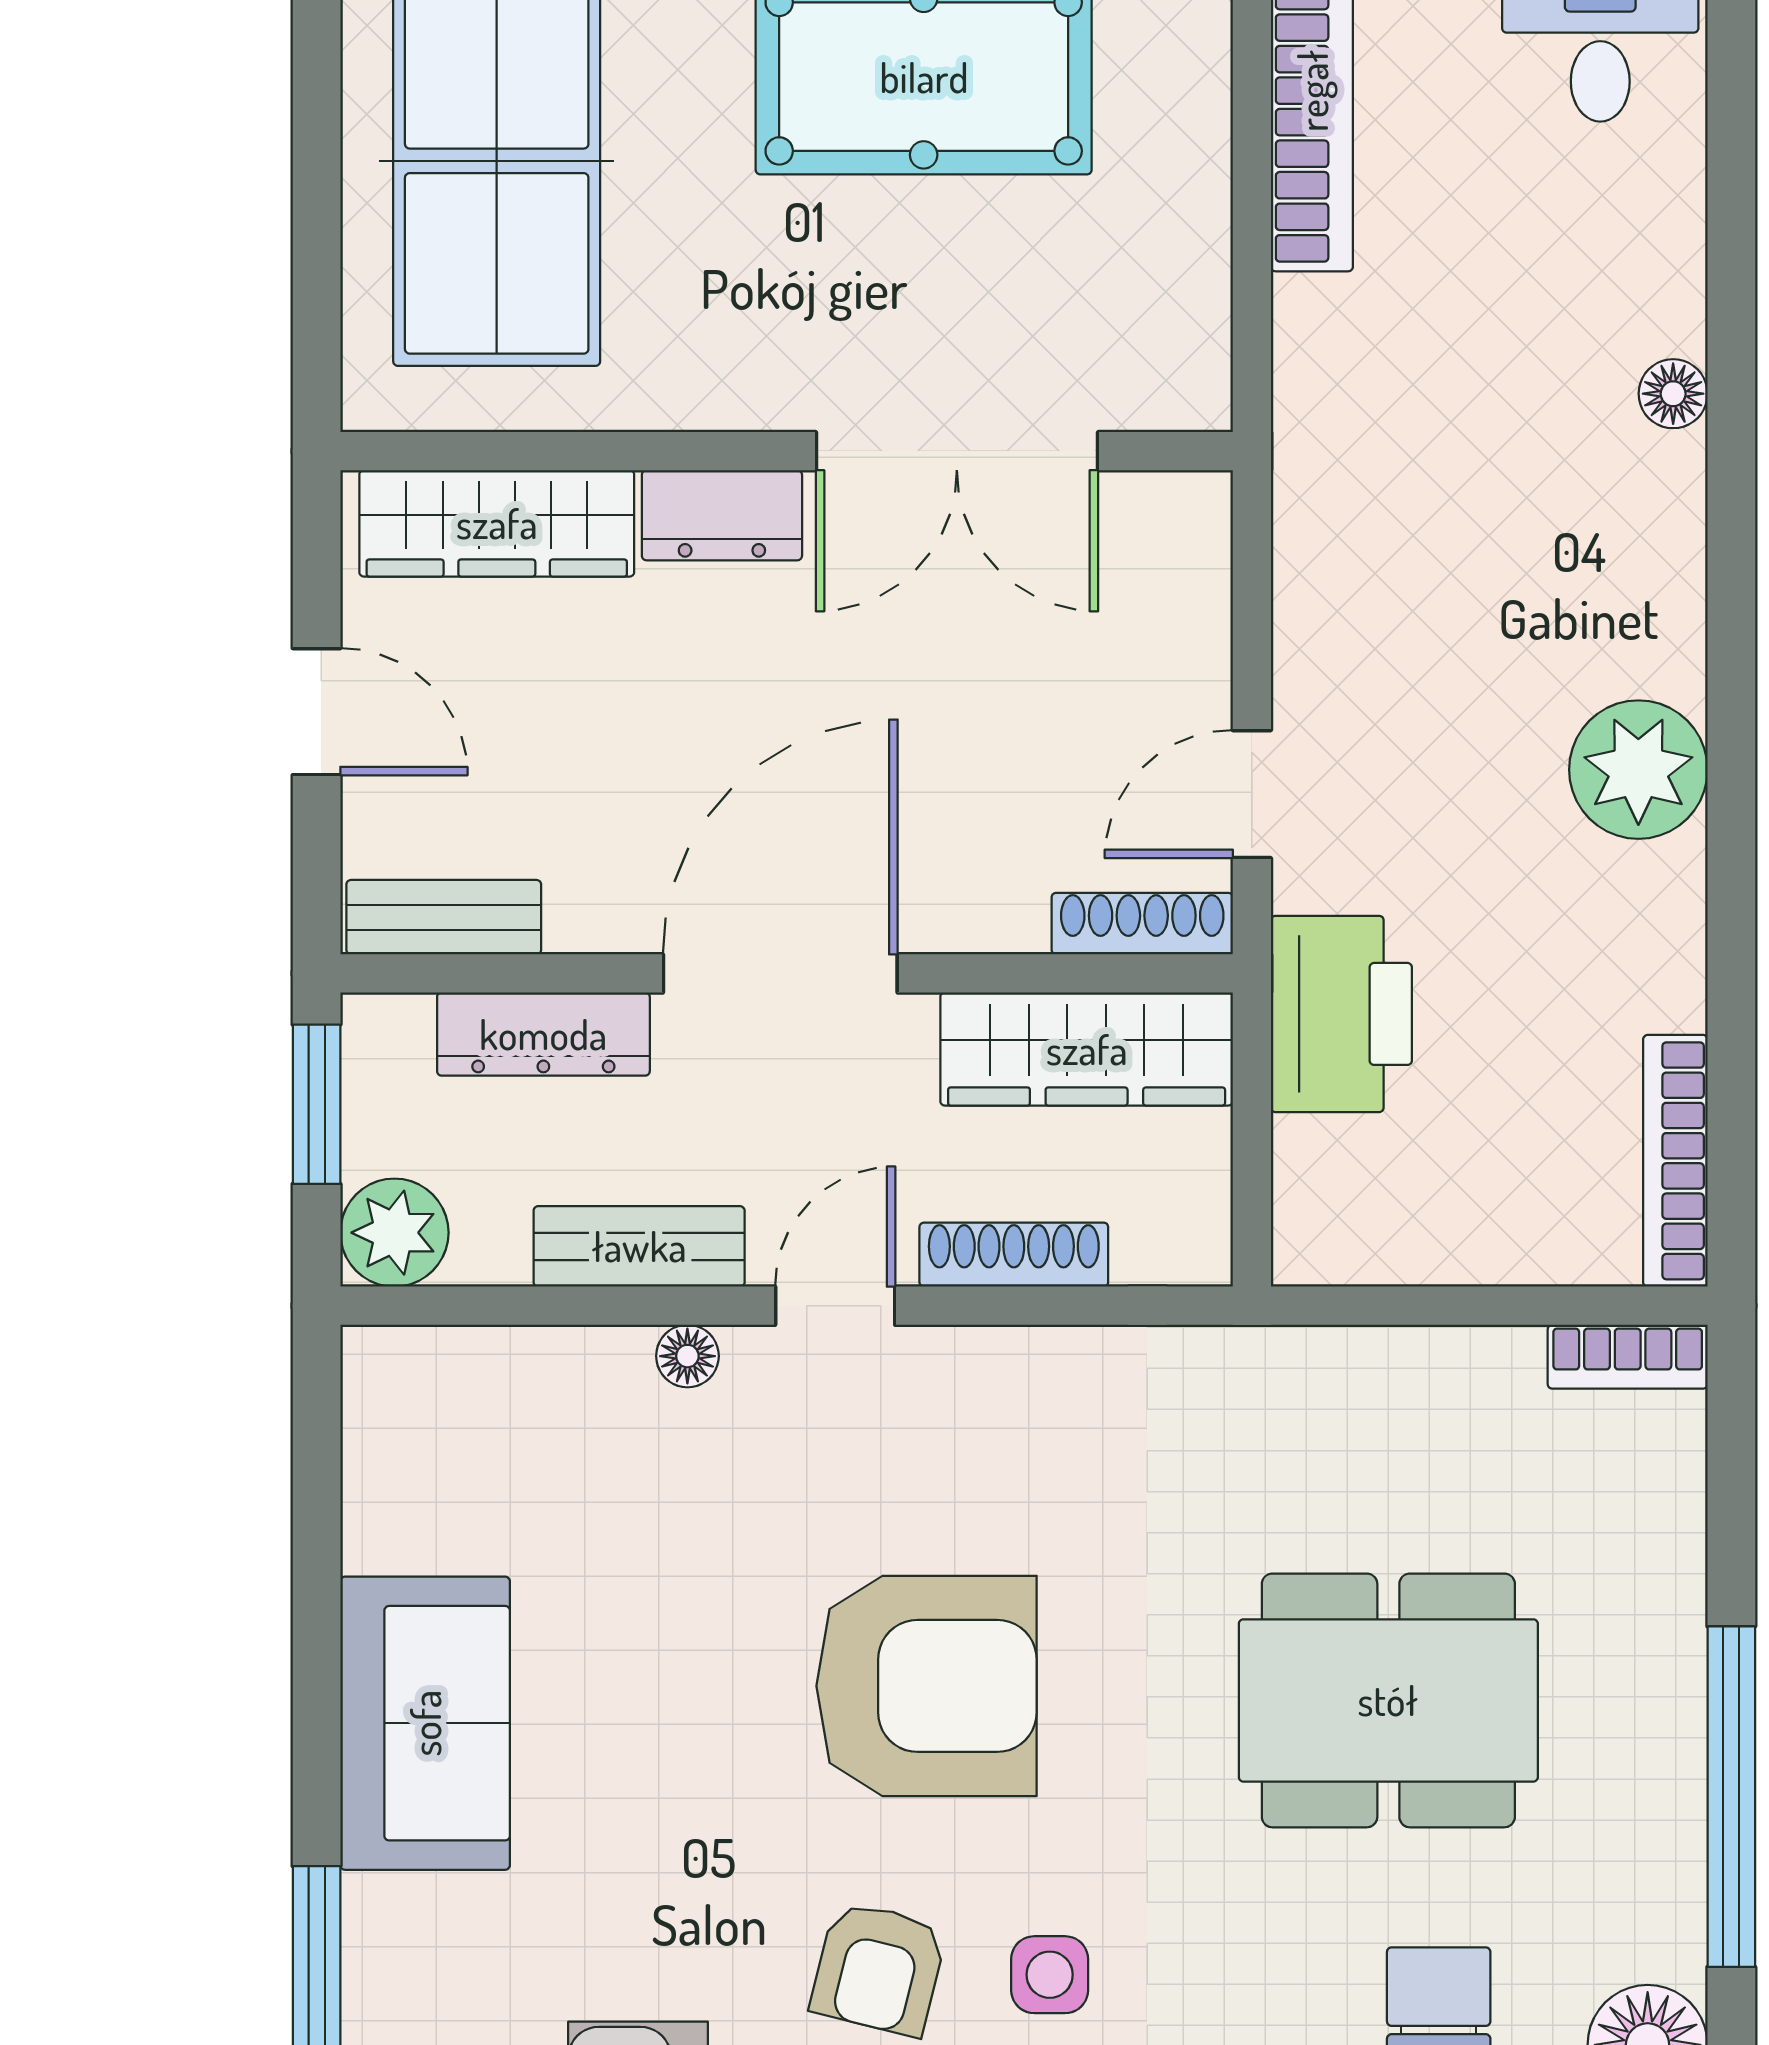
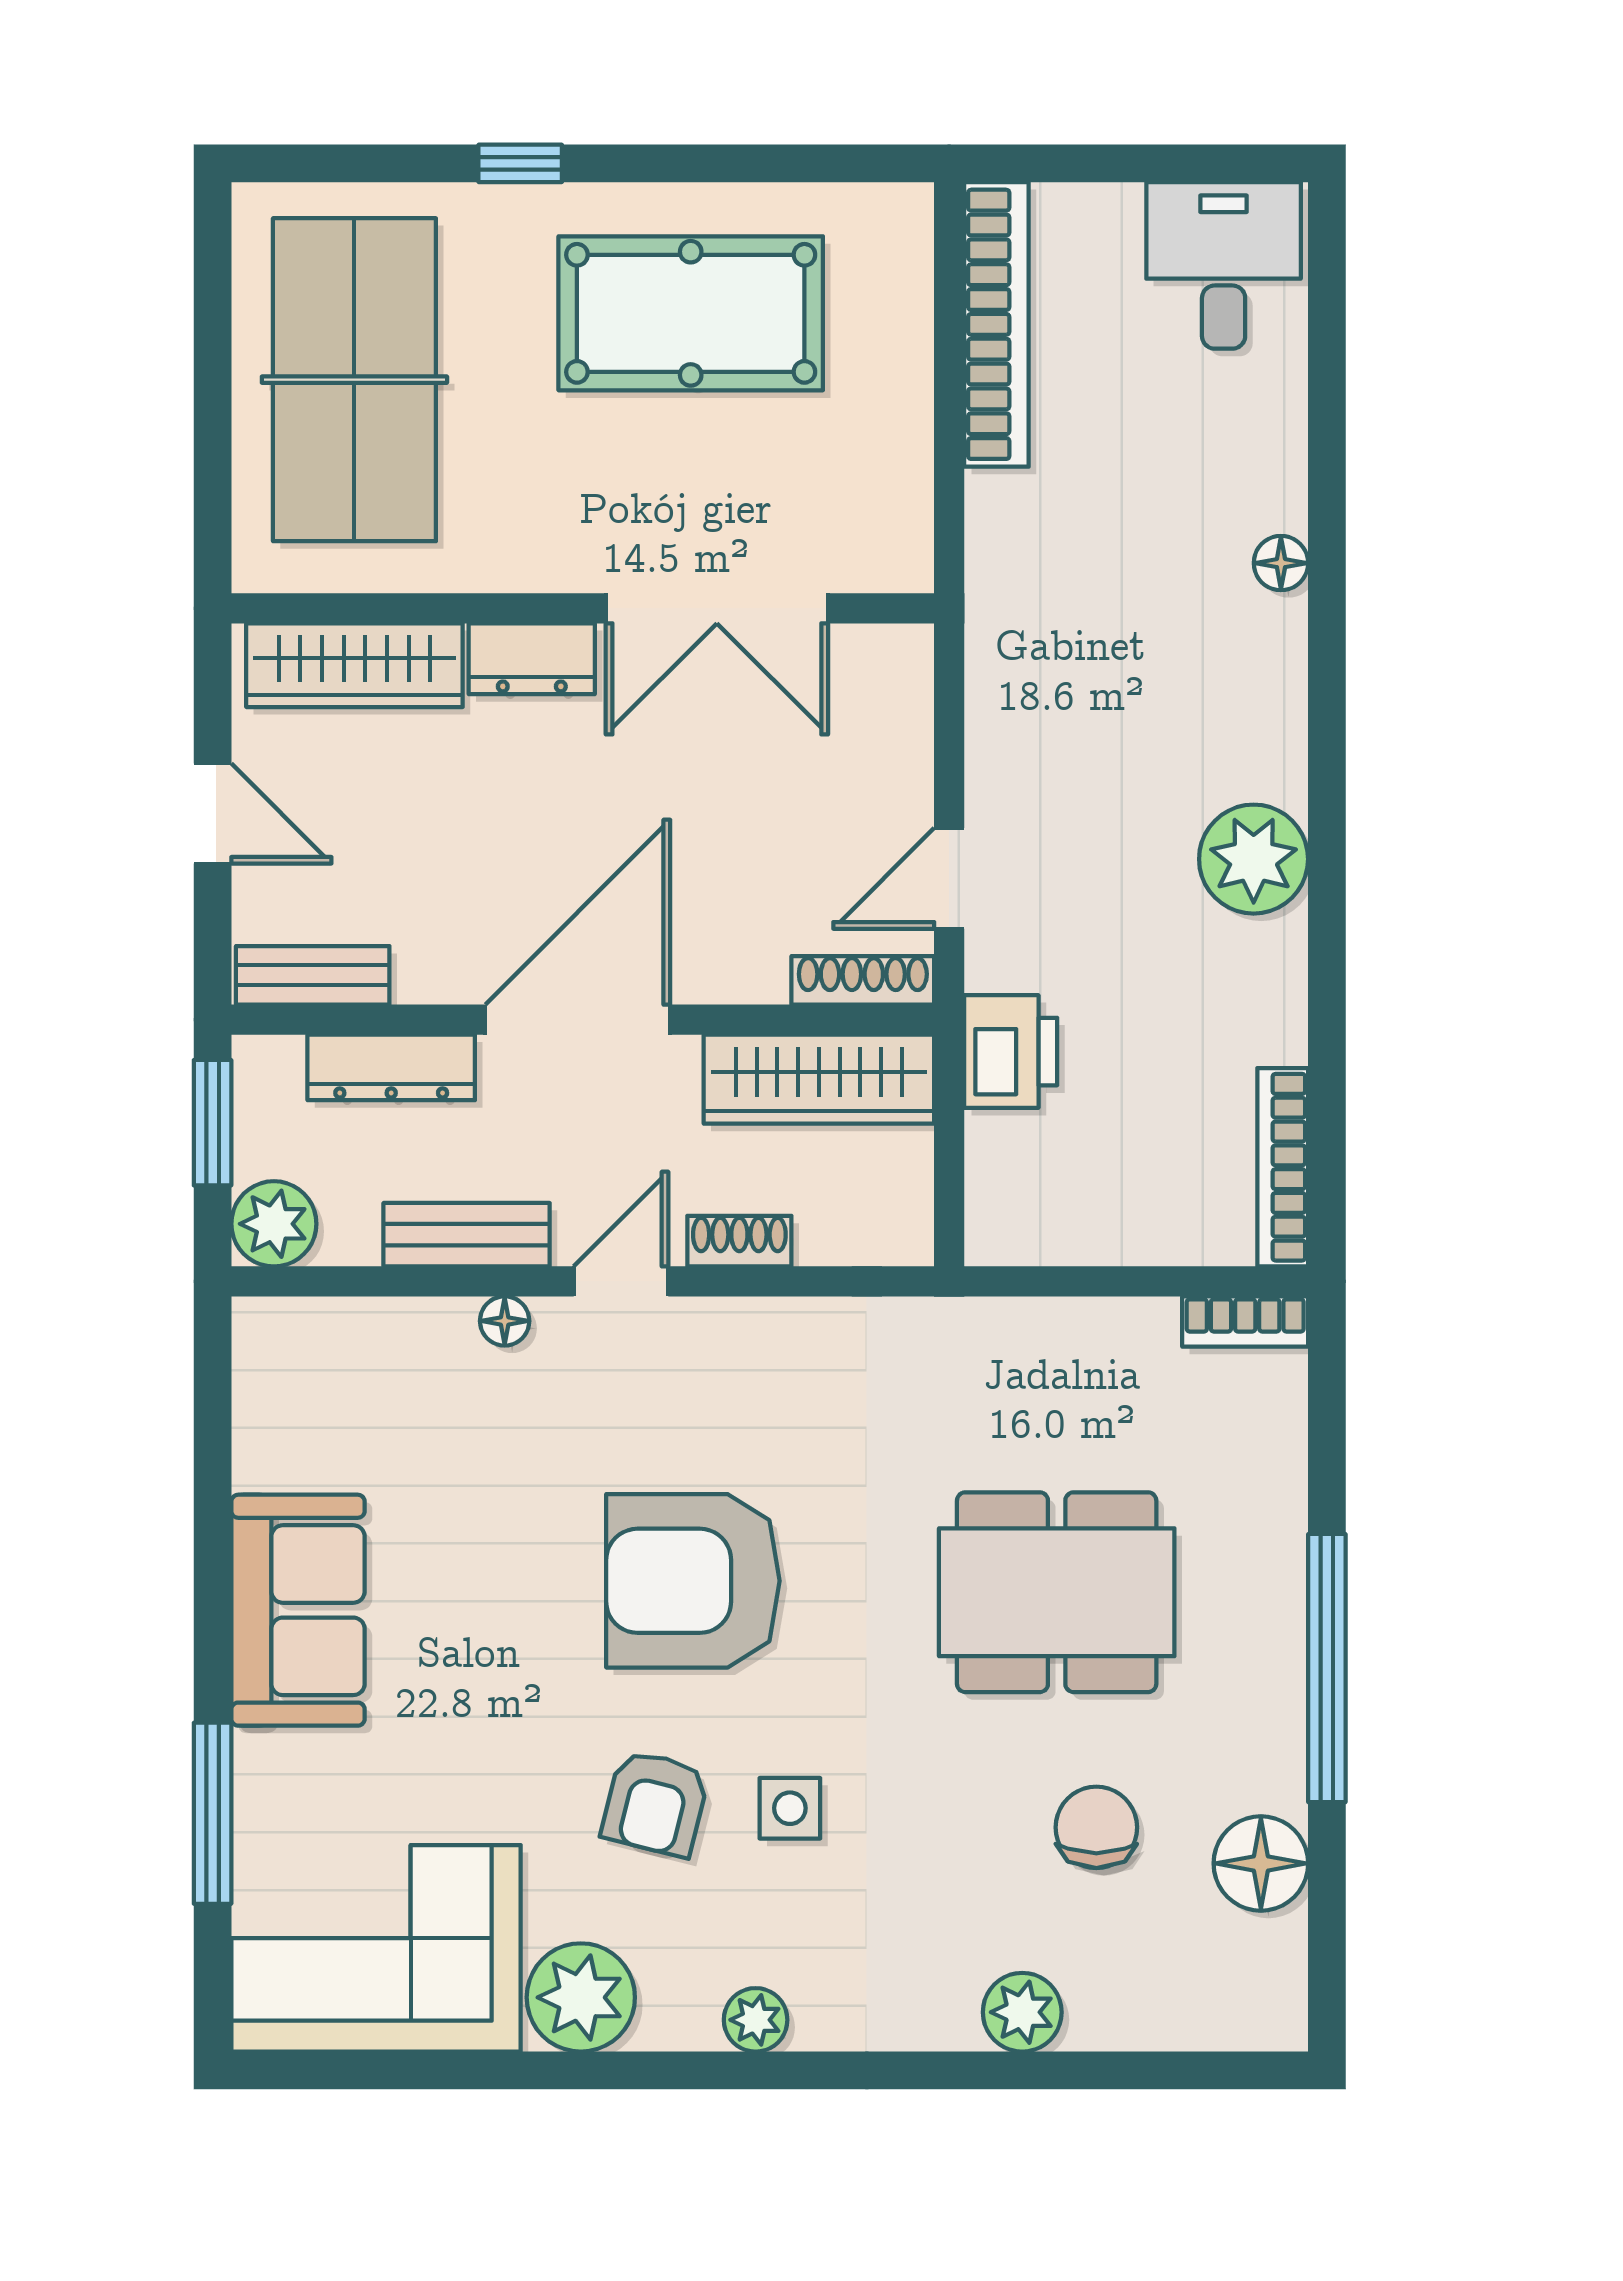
printer: (1341, 1014) -> (1011, 1052), width x0.73, depth x0.84
shoe rack: (1014, 1255) -> (739, 1241), width x0.70
armchair: (927, 1686) -> (693, 1581), turned 180

